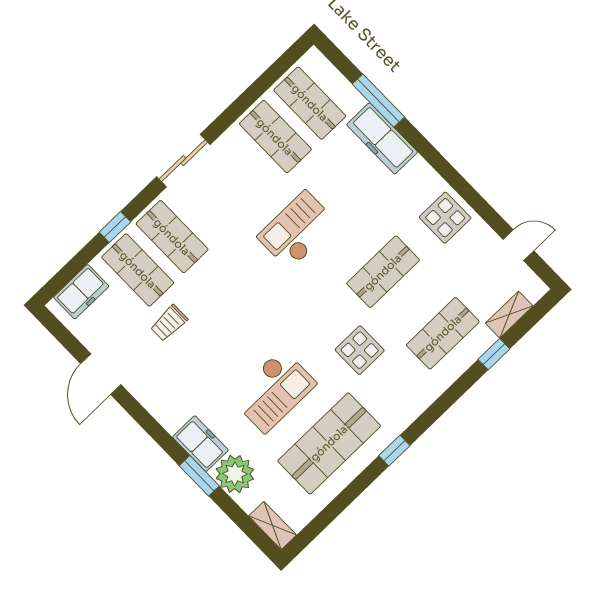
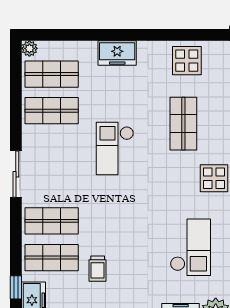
plant: (314, 59) -> (29, 48), added
window: (378, 101) -> (87, 35), removed
freezer: (382, 138) -> (117, 53), width x0.71
window: (115, 227) -> (16, 287), moved

